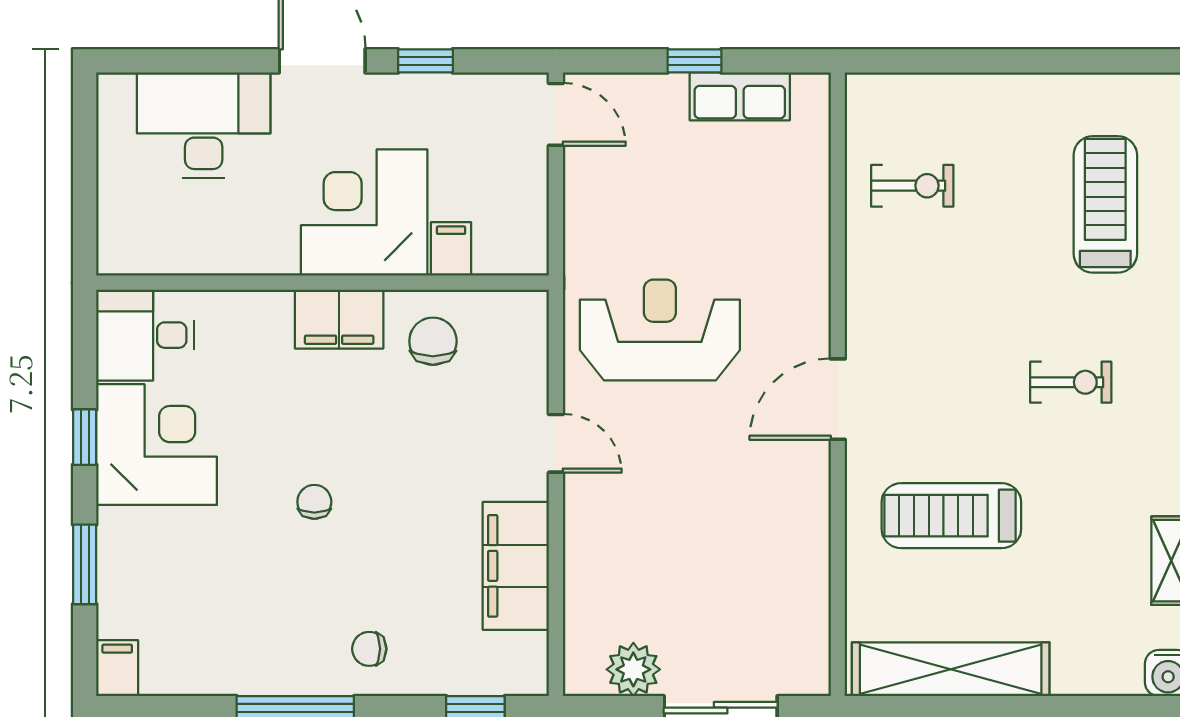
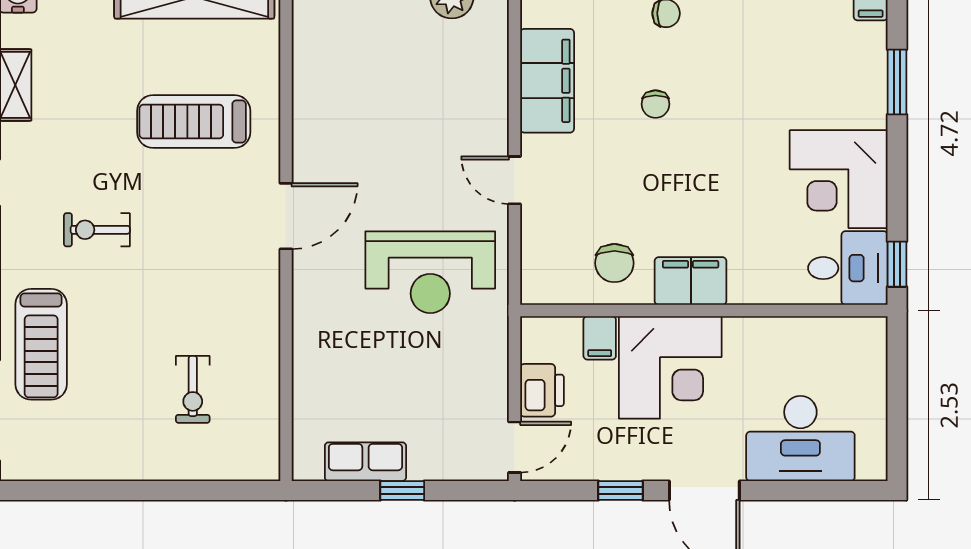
door: (556, 114) -> (515, 447), swing flipped
printer: (522, 184) -> (542, 390), added
exercise bike: (912, 186) -> (193, 389), moved, turned -90
treadmill: (1105, 204) -> (41, 344), moved
window: (85, 437) -> (897, 264), moved
chair: (314, 502) -> (655, 104), moved
treadmill: (951, 516) -> (194, 122), turned 180

